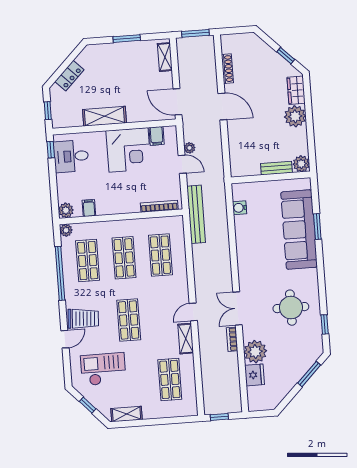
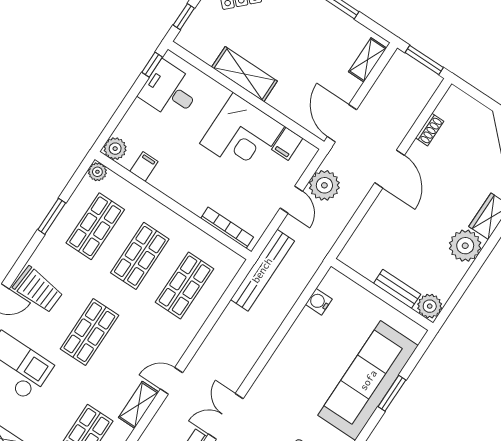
shoe rack: (227, 69) -> (430, 130), width x0.70
plant: (190, 148) -> (324, 185), width x1.88, depth x1.88
window: (60, 273) -> (52, 216), width x0.47

